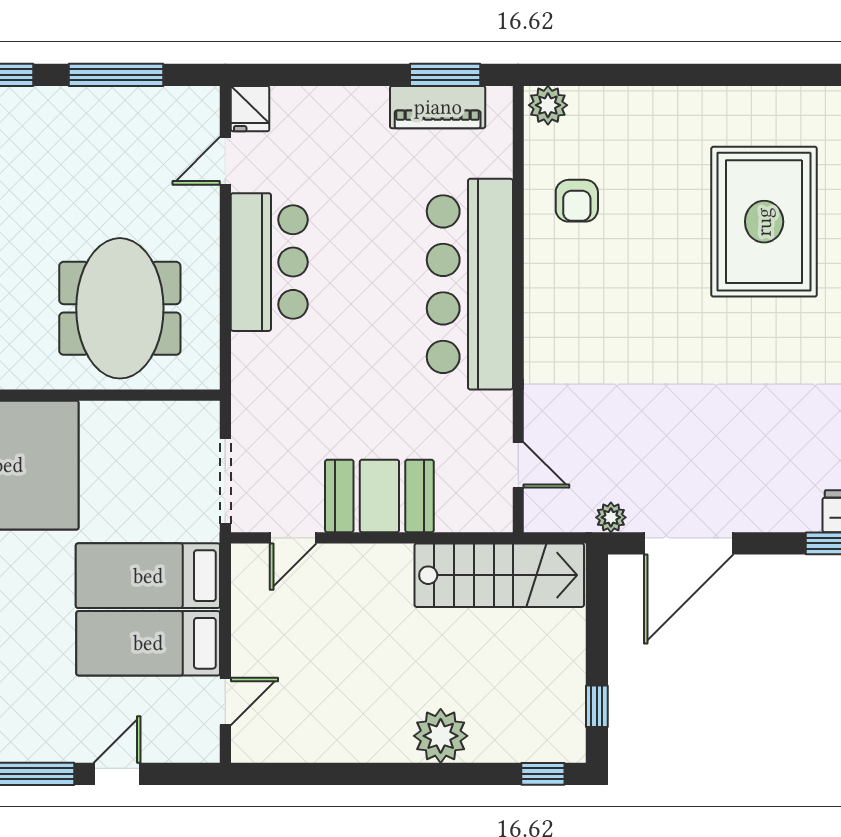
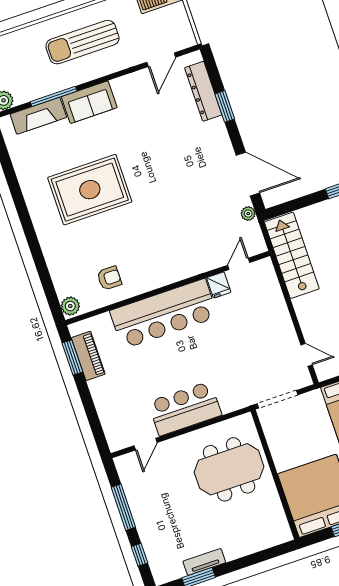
fridge: (250, 109) -> (219, 285), moved, turned 90
door: (225, 161) -> (146, 444), hinge flipped
doorway: (225, 481) -> (278, 399), moved
booth: (379, 496) -> (274, 322), removed

